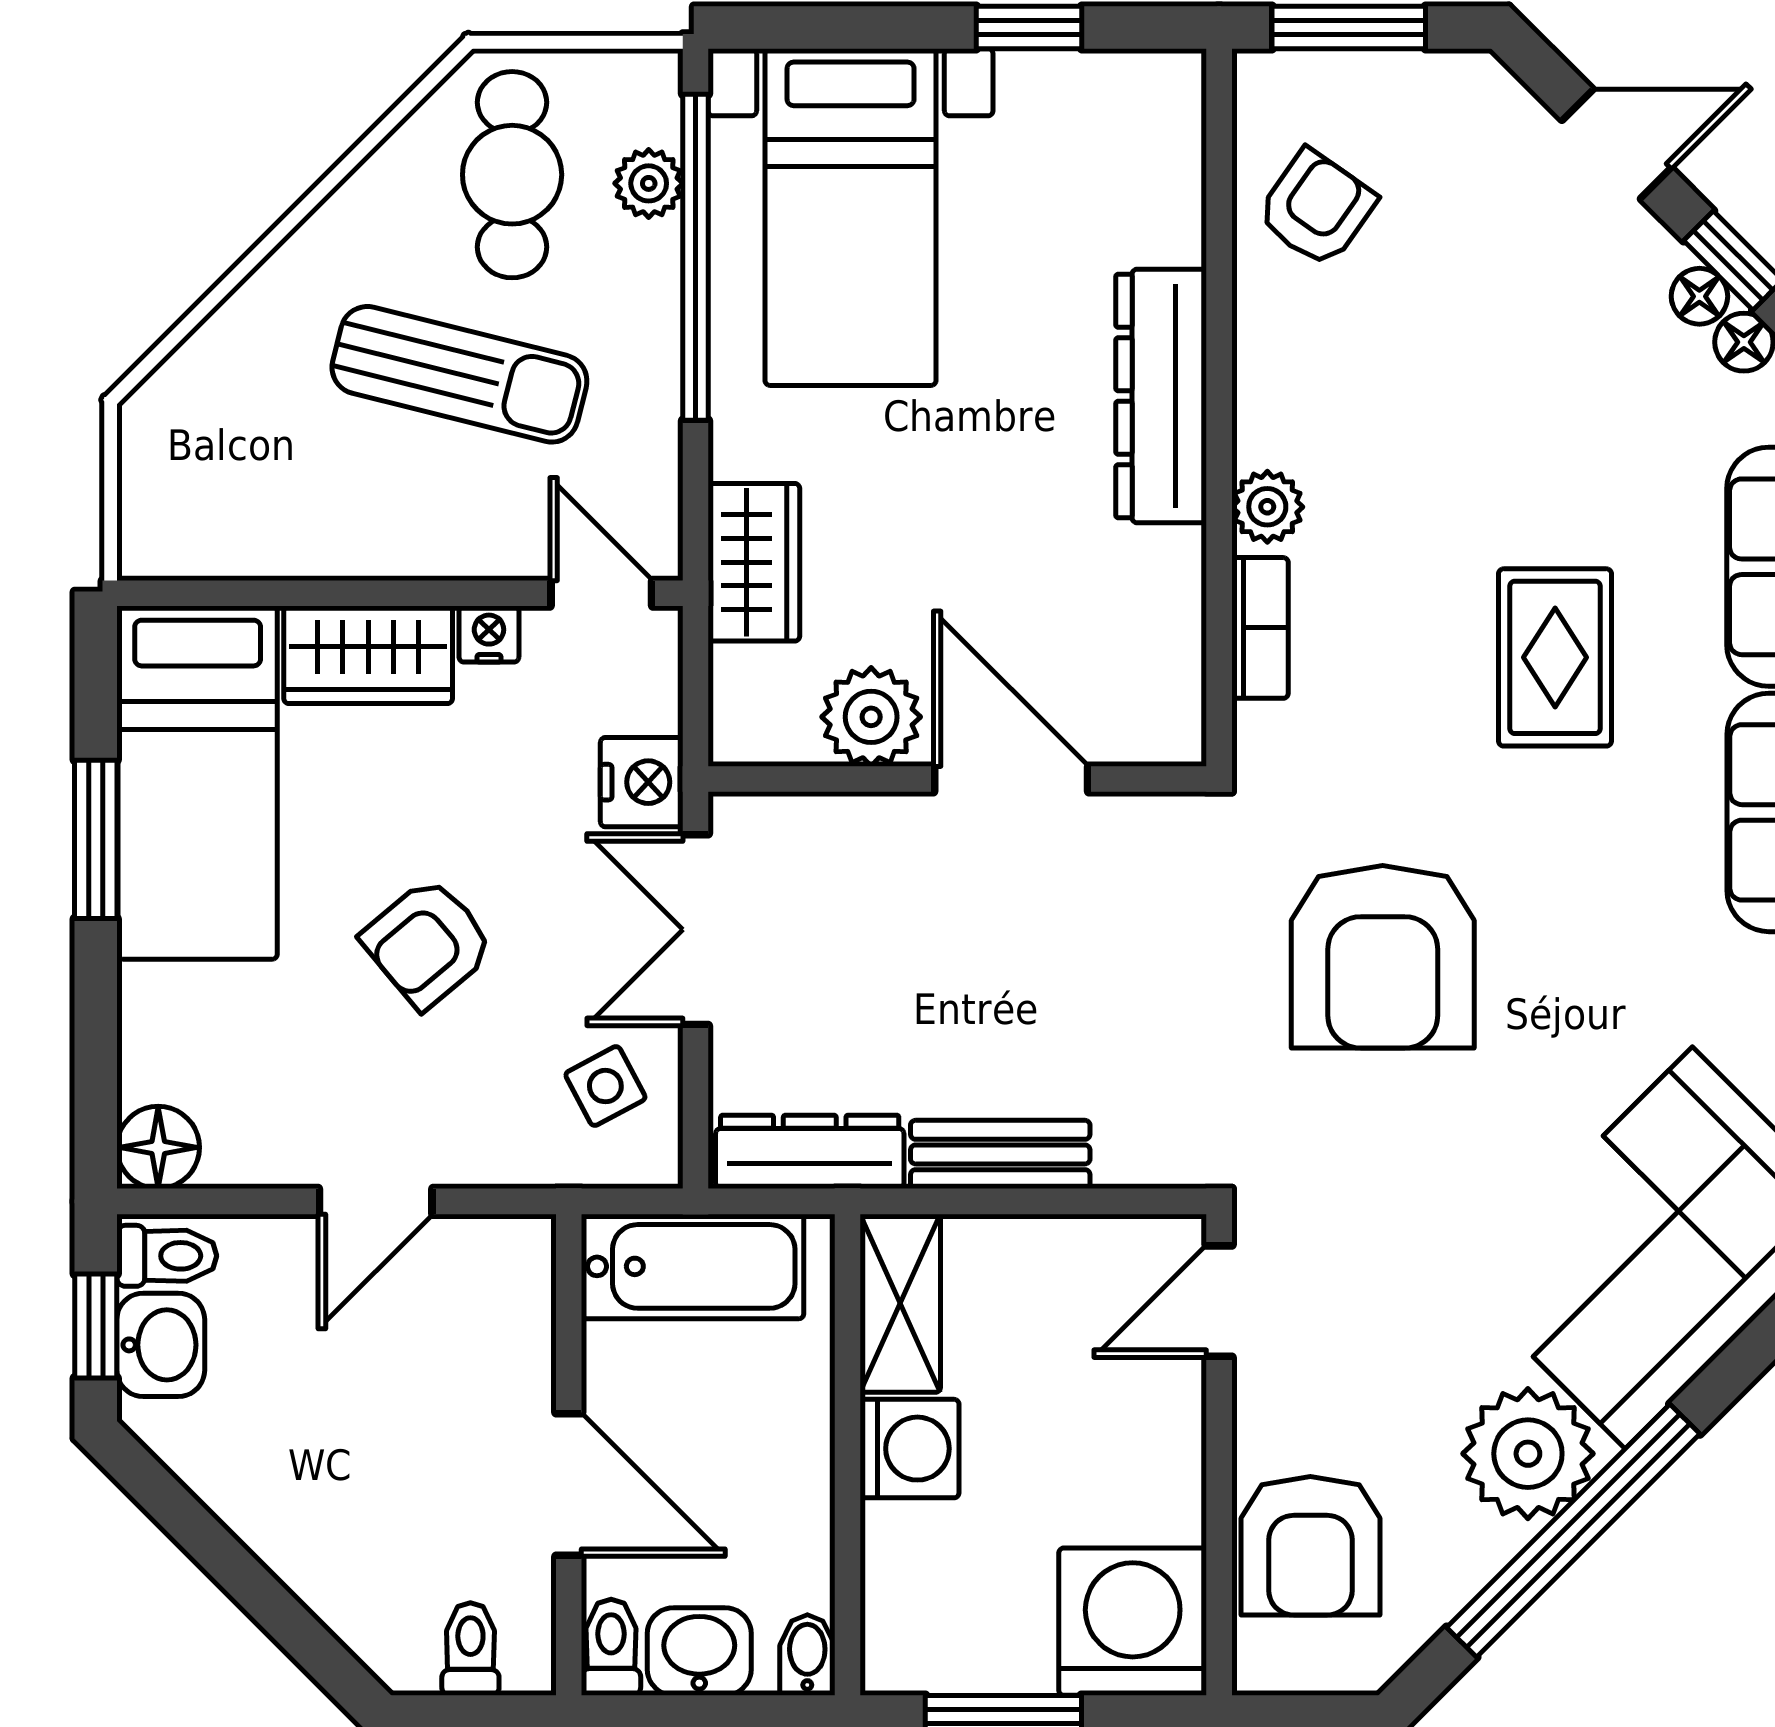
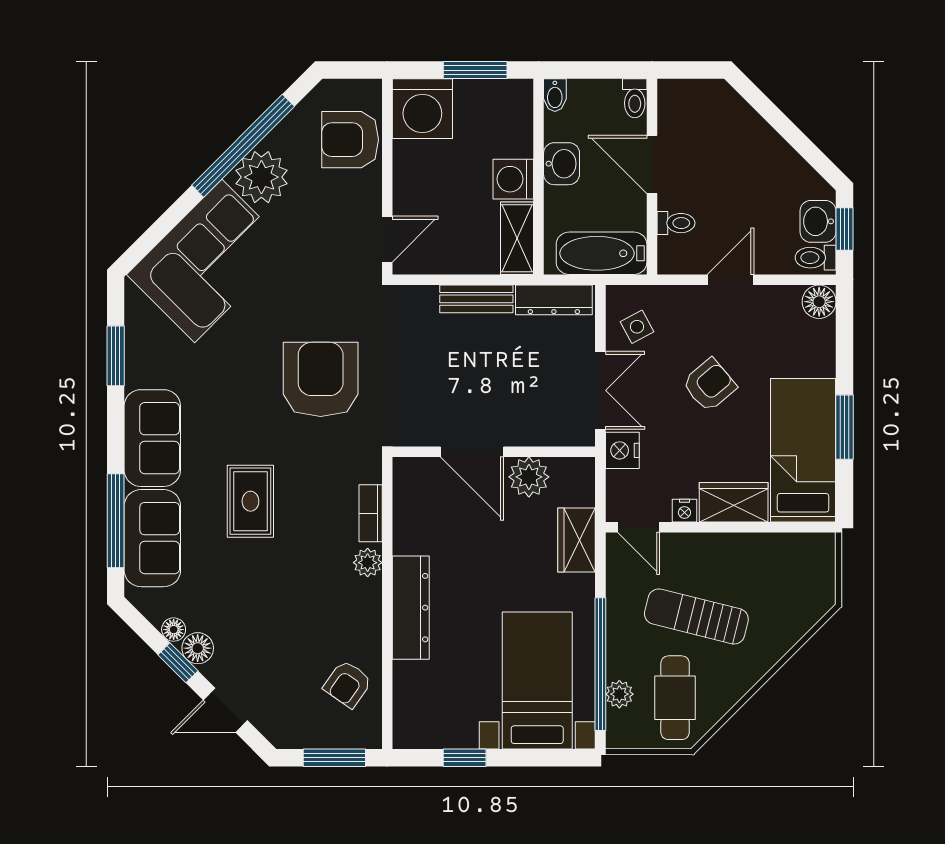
floor lamp: (1699, 296) -> (198, 648), width x1.37, depth x1.37
armchair: (1310, 1546) -> (350, 140), turned -90
toilet: (470, 1649) -> (676, 223), moved, turned -90
washbasin: (699, 1651) -> (562, 164), moved, turned -90

